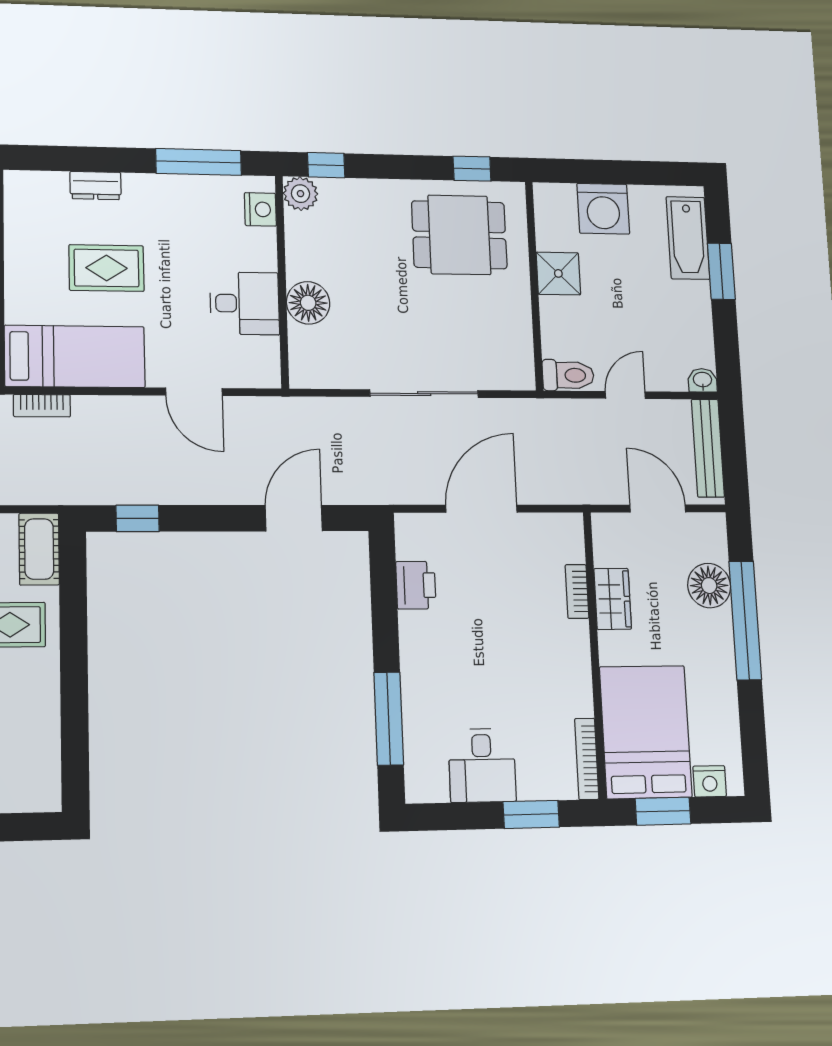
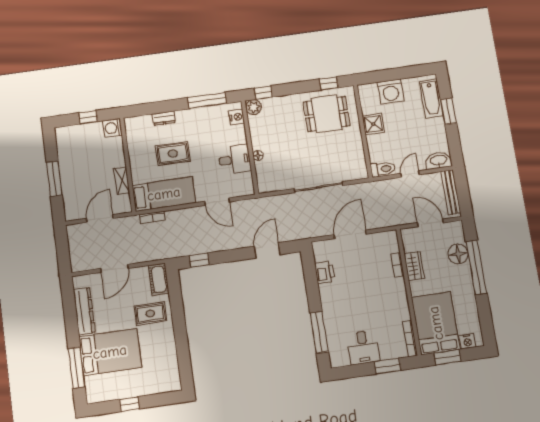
floor lamp: (308, 303) -> (258, 156), width x0.53, depth x0.53
washbasin: (703, 380) -> (438, 161), width x1.91, depth x1.45

